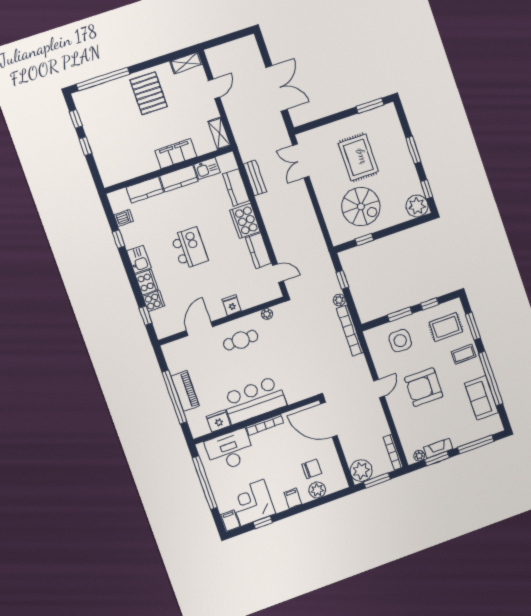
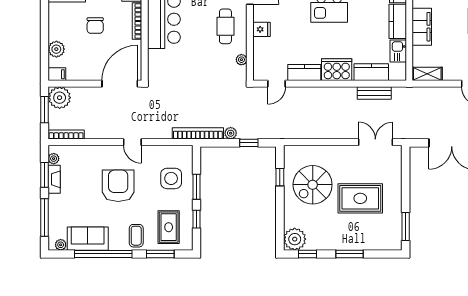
plant: (496, 421) -> (61, 245), added
chair: (312, 469) -> (95, 26), moved
filing cabinet: (293, 498) -> (57, 74), moved

